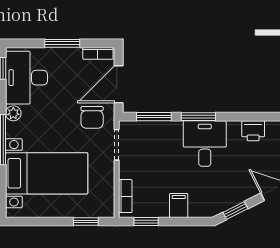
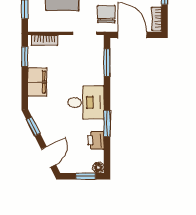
chair: (92, 117) -> (106, 14), turned 90
window: (198, 117) -> (107, 123), moved
filing cabinet: (179, 205) -> (37, 82), width x2.00

